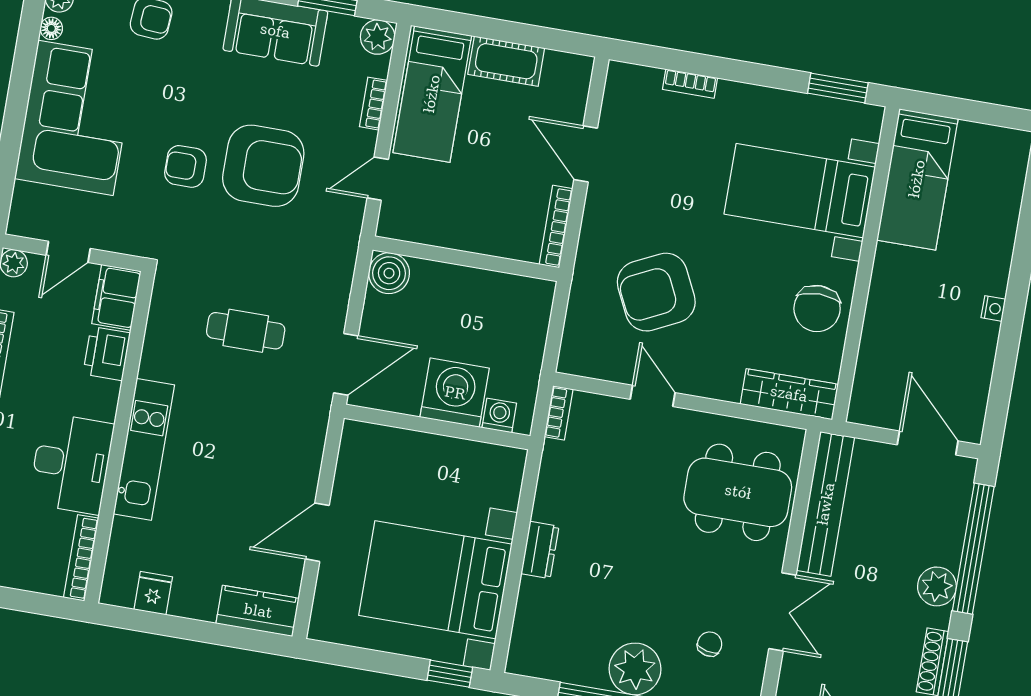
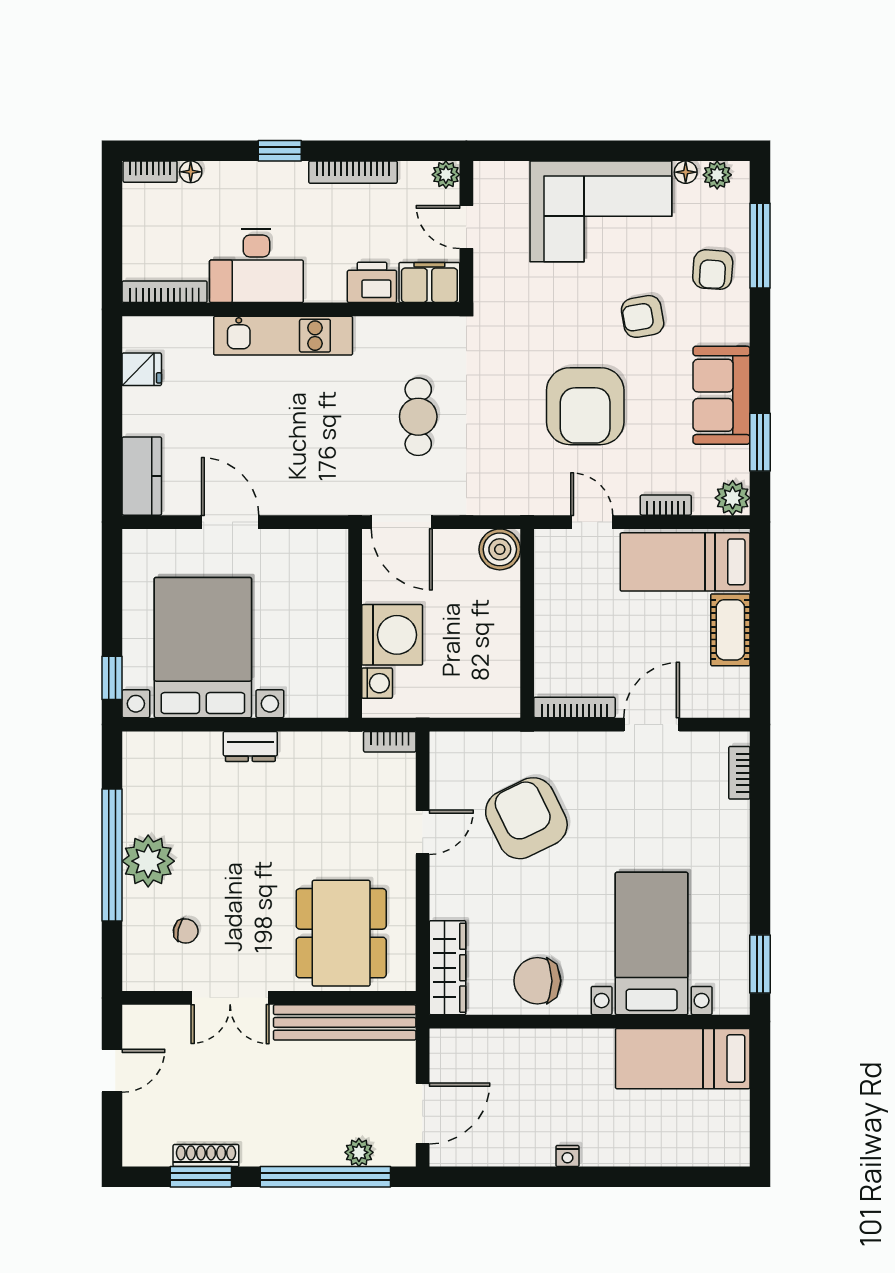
bookcase: (690, 84) -> (739, 773), moved
armchair: (186, 166) -> (643, 316), moved, turned -100
plant: (937, 586) -> (359, 1152), moved, width x0.73, depth x0.73

